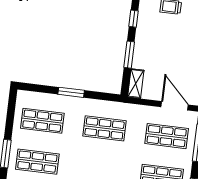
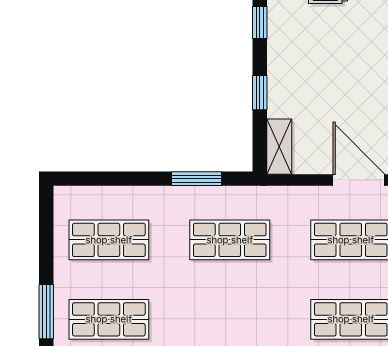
window: (129, 55) -> (260, 93), width x0.67
window: (71, 92) -> (196, 179), moved

